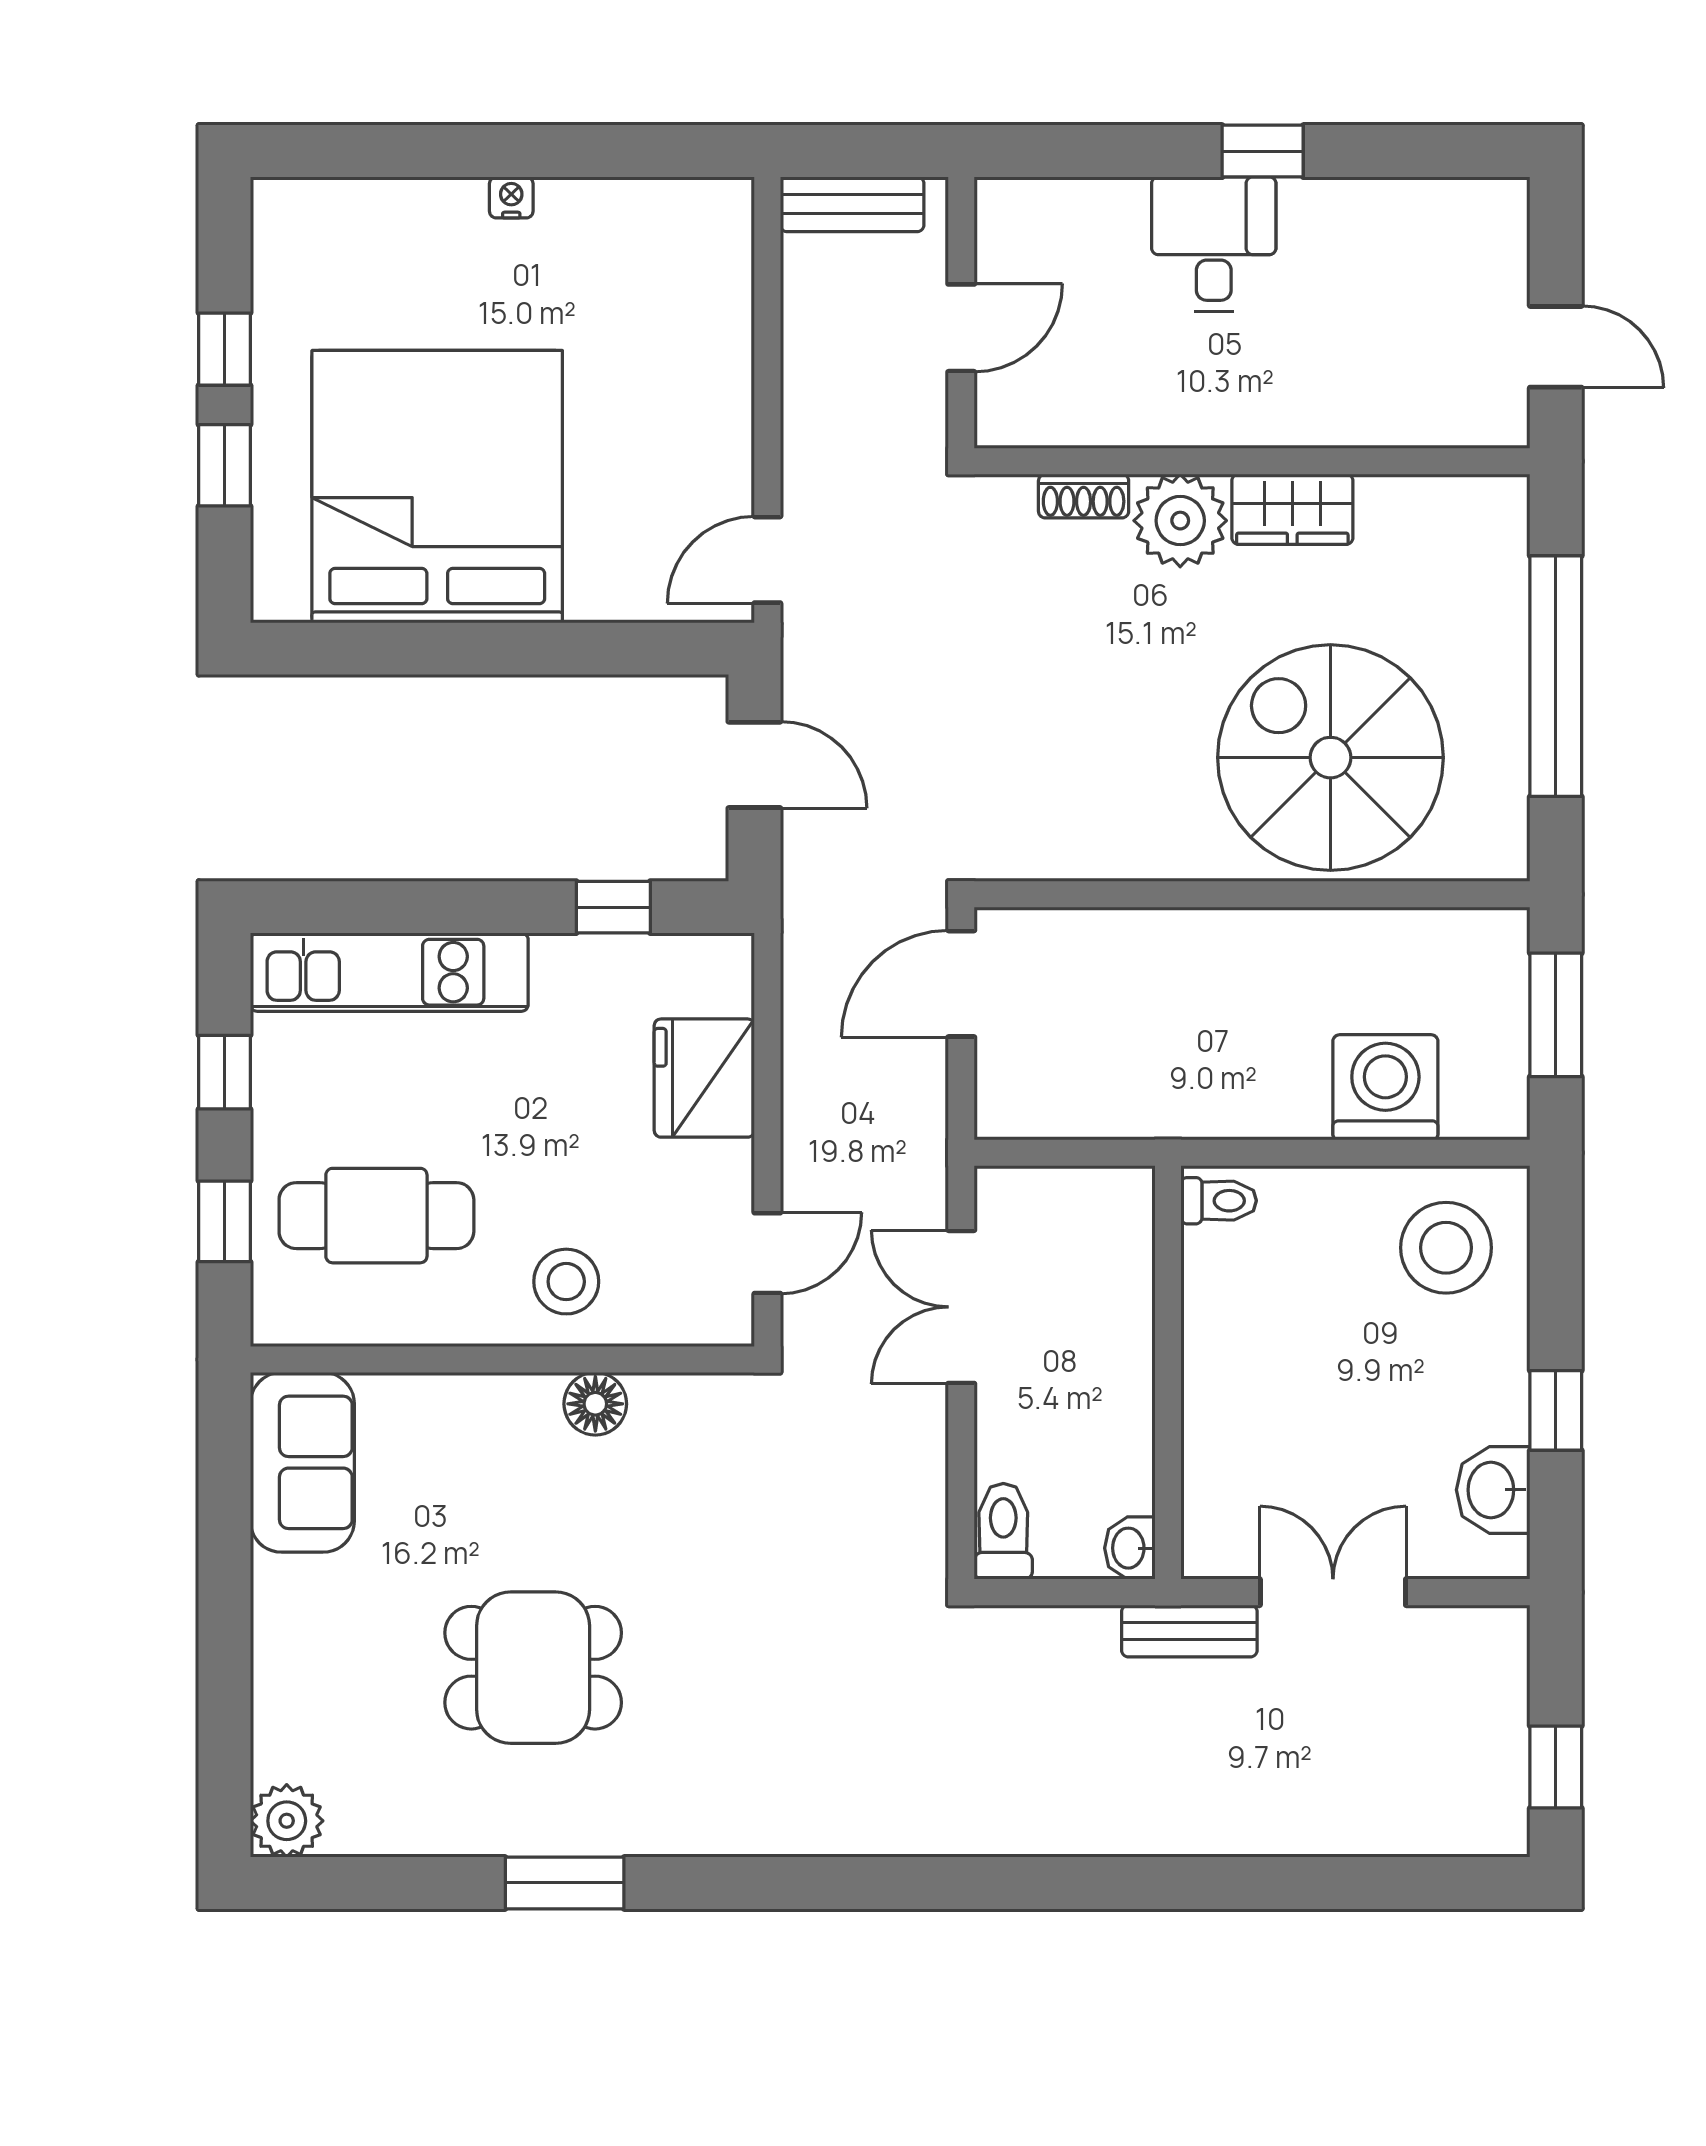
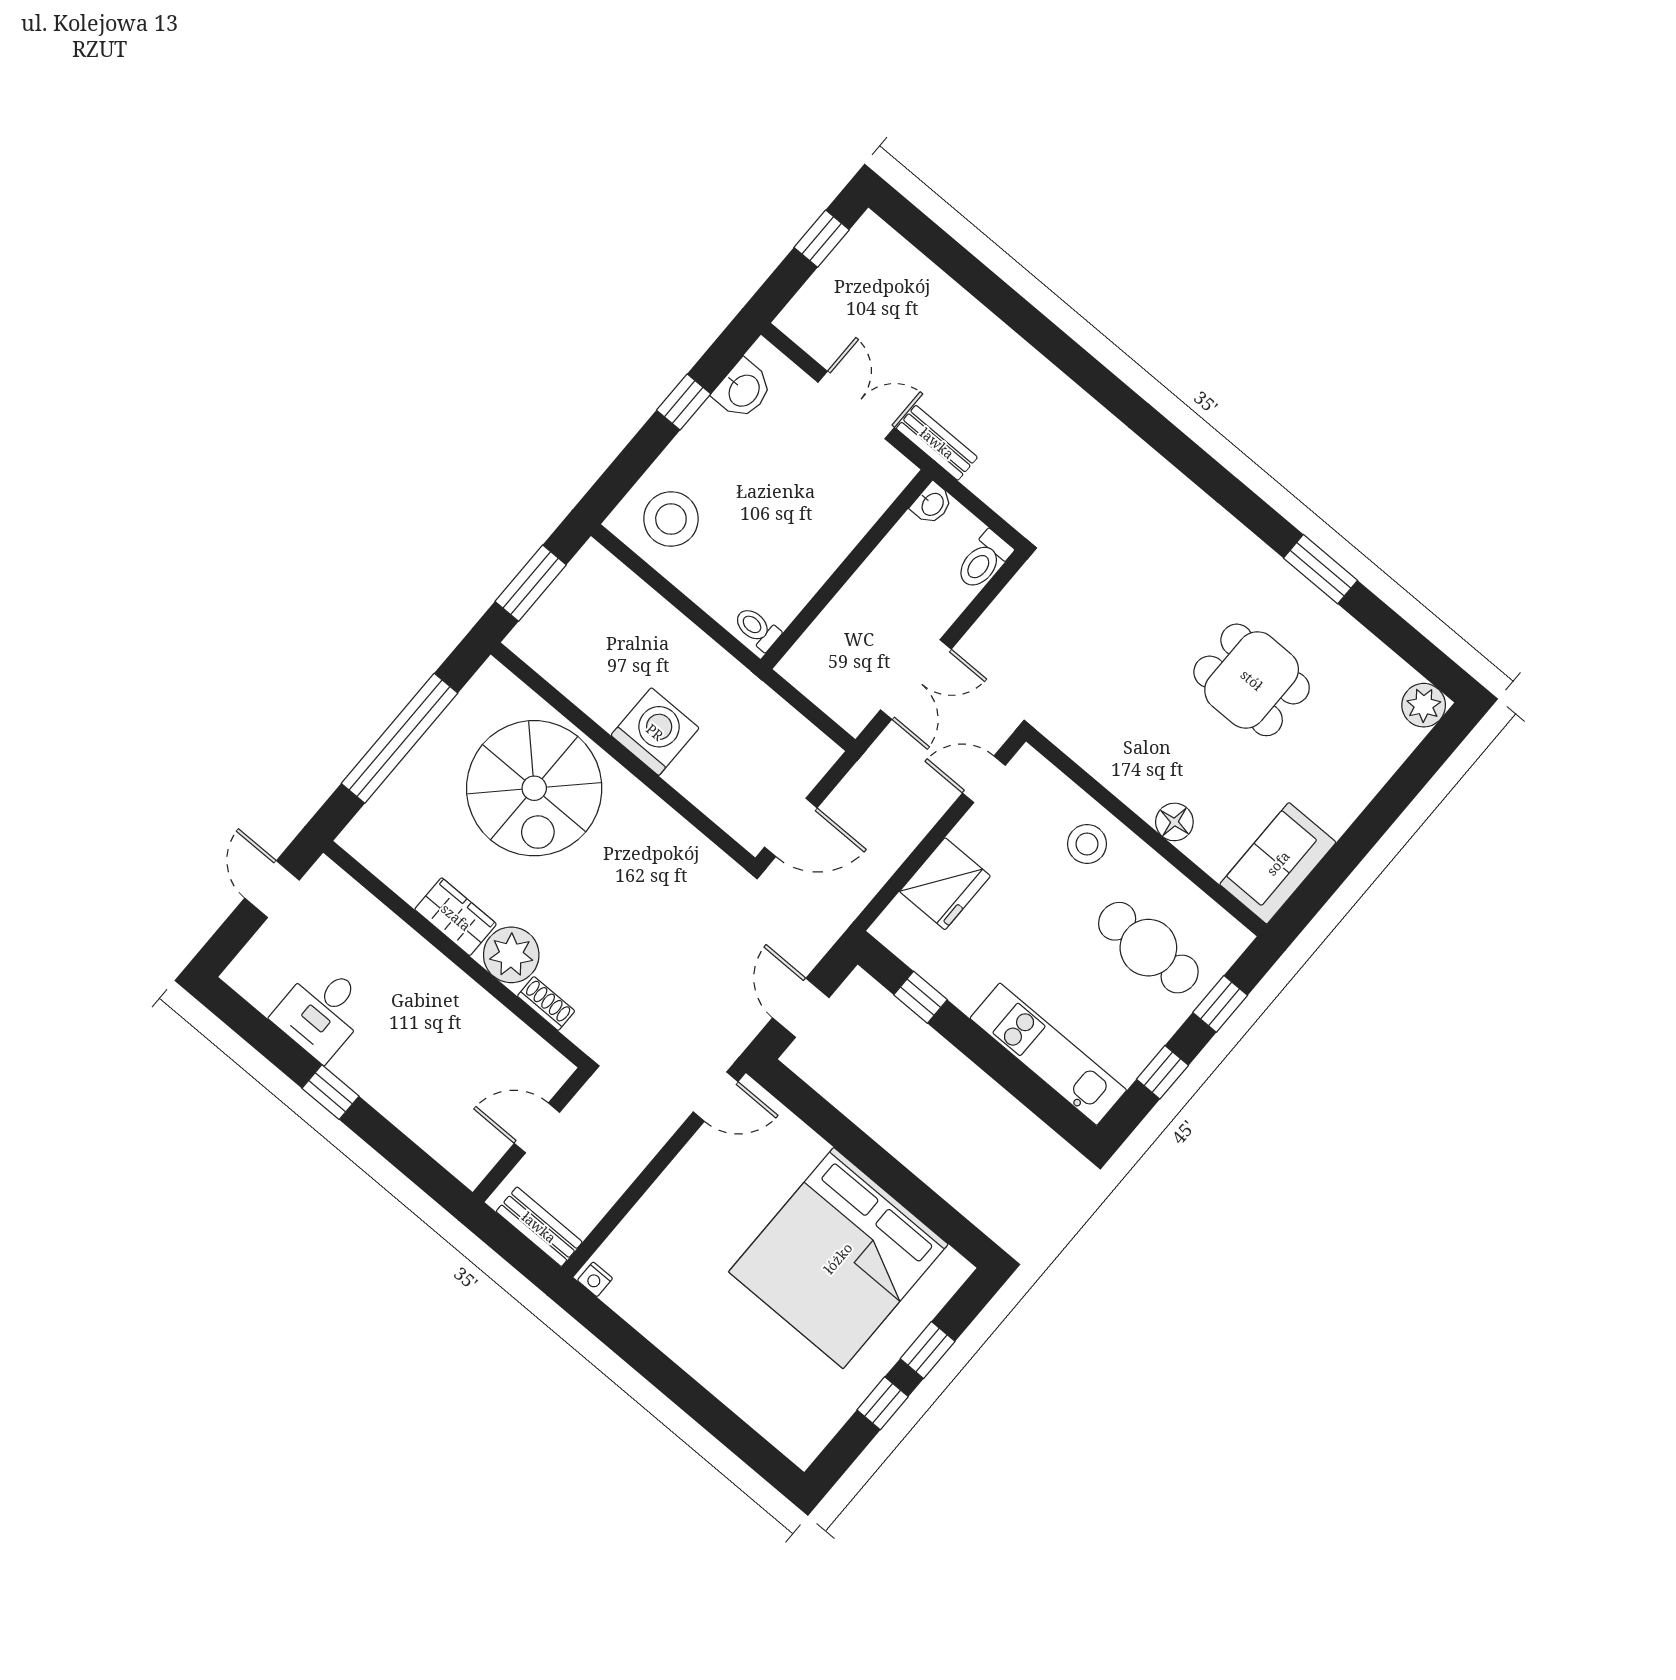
nightstand: (511, 197) -> (595, 1279), moved
desk: (1214, 244) -> (322, 1012), moved
washing machine: (1385, 1087) -> (655, 732), moved, turned 180
floor lamp: (595, 1404) -> (1174, 822), moved
double door: (1333, 1592) -> (856, 405), swing flipped

